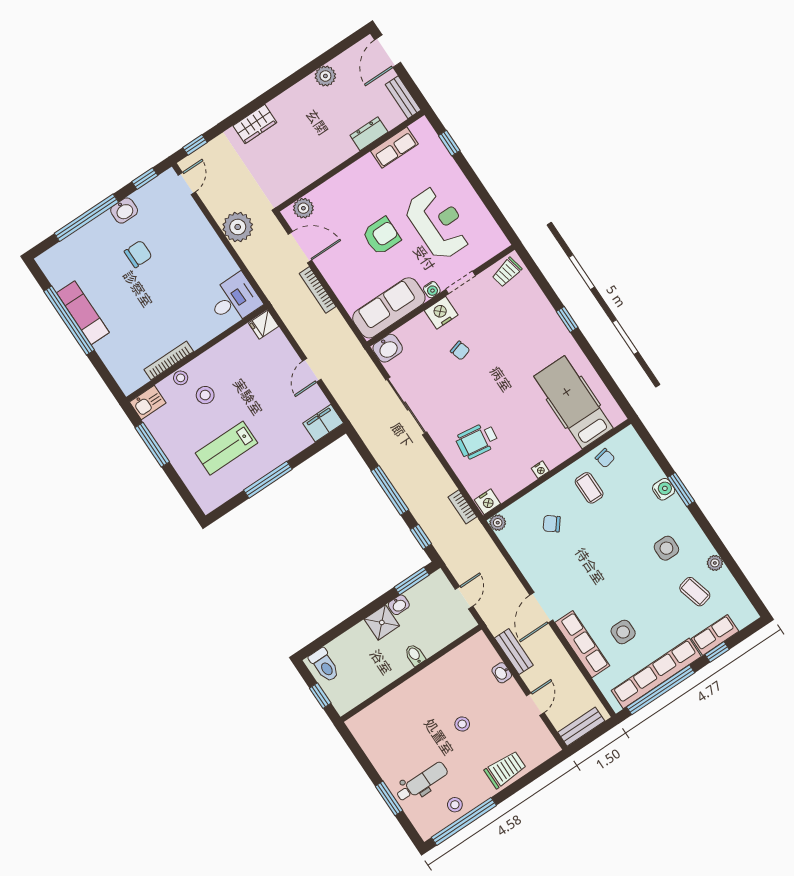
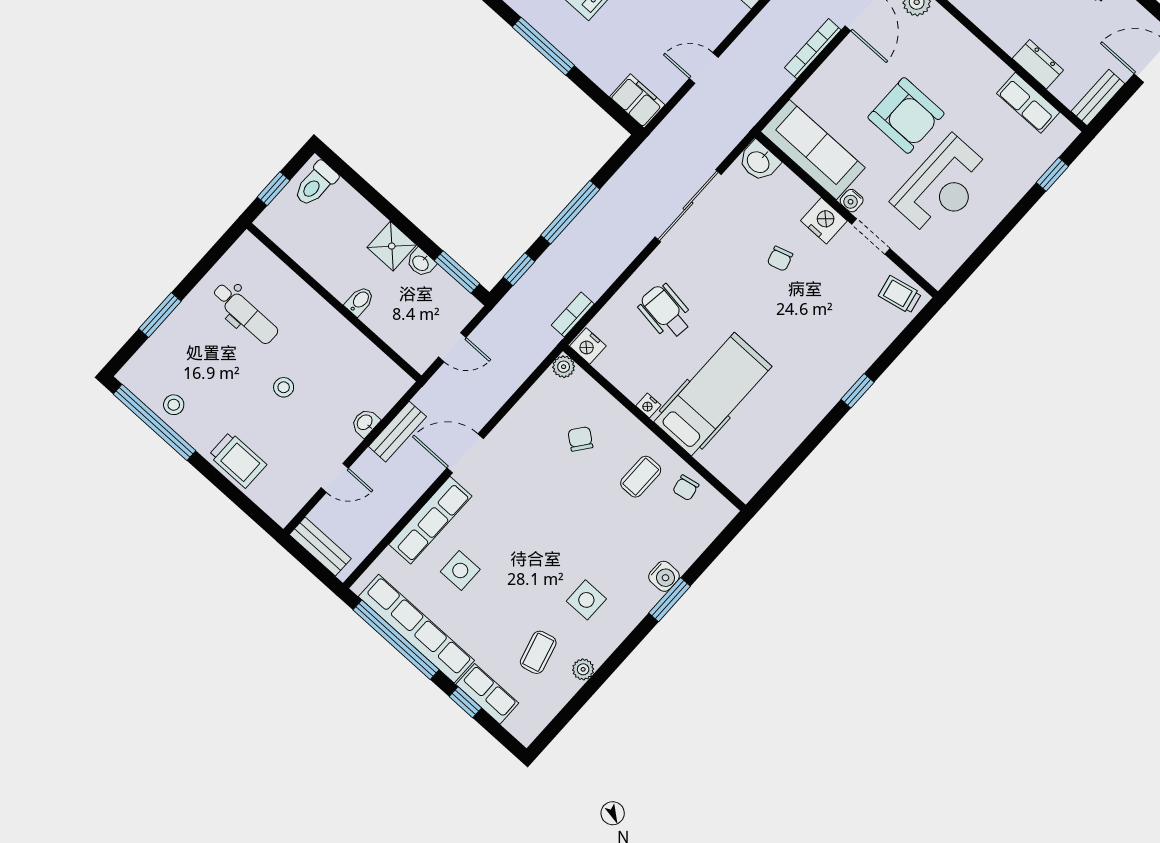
armchair: (381, 236) -> (906, 115), width x1.36, depth x1.36
hospital bed: (573, 402) -> (713, 394), moved
dental chair: (422, 782) -> (245, 313), moved

